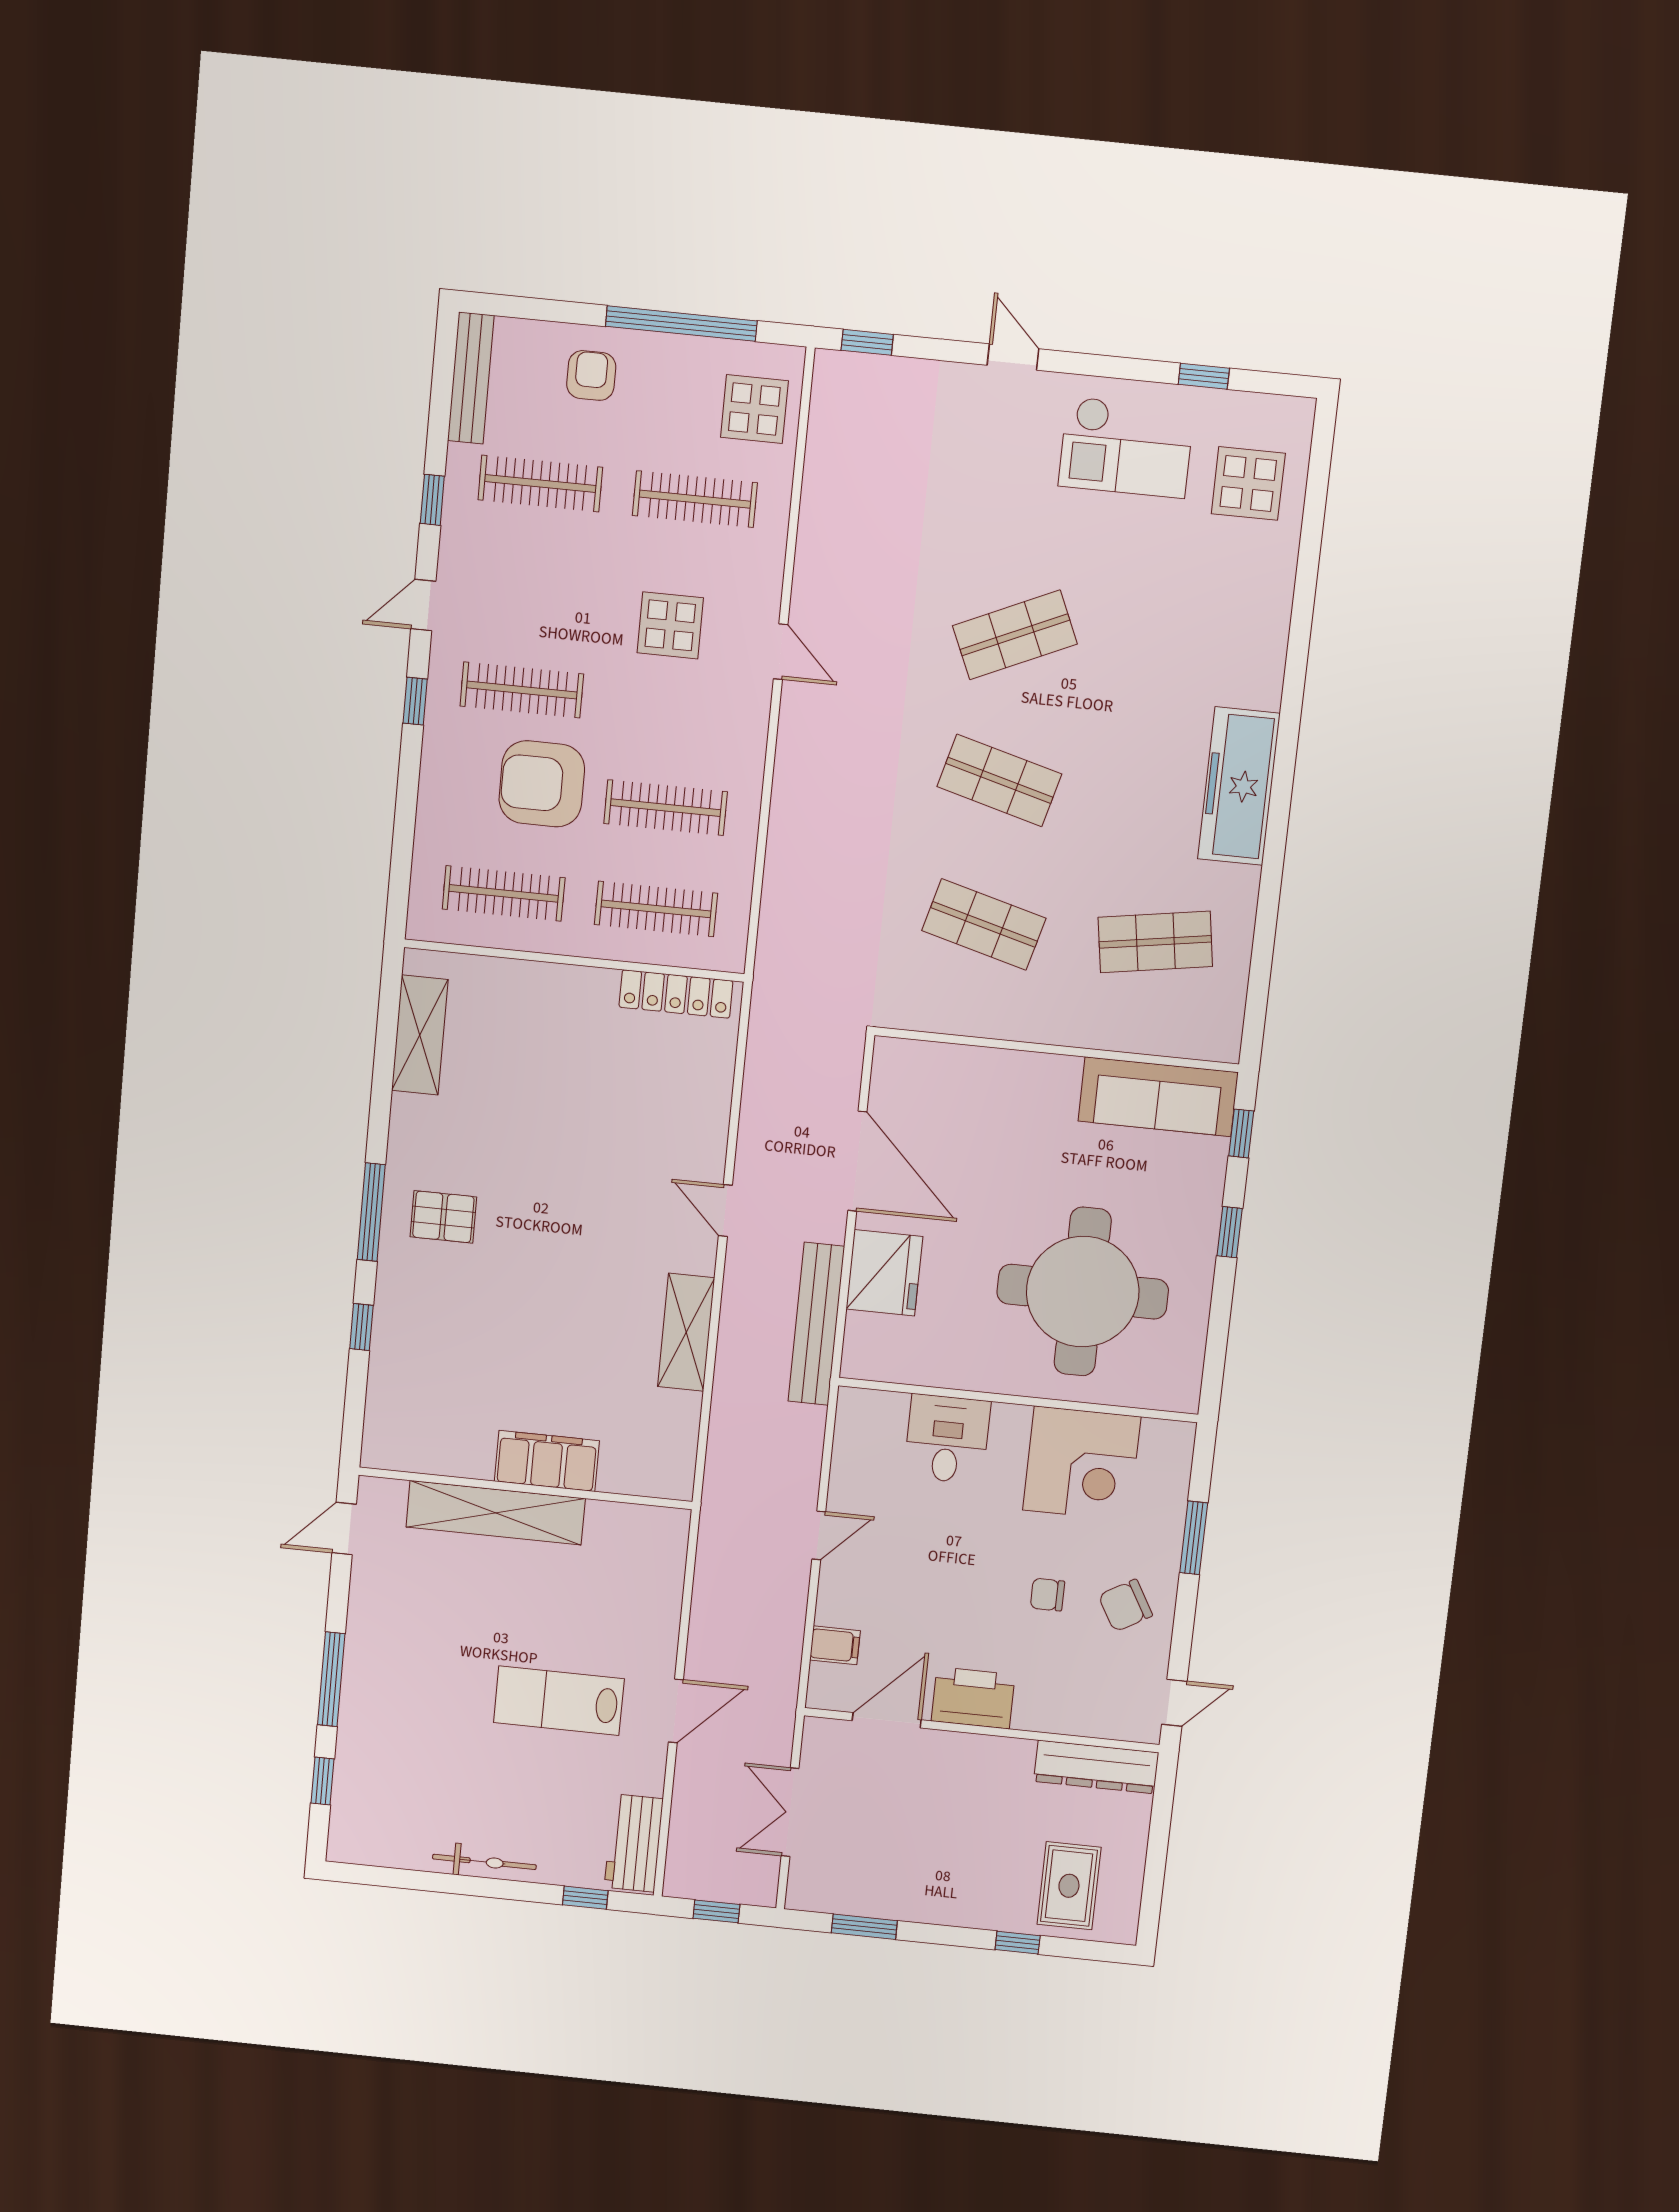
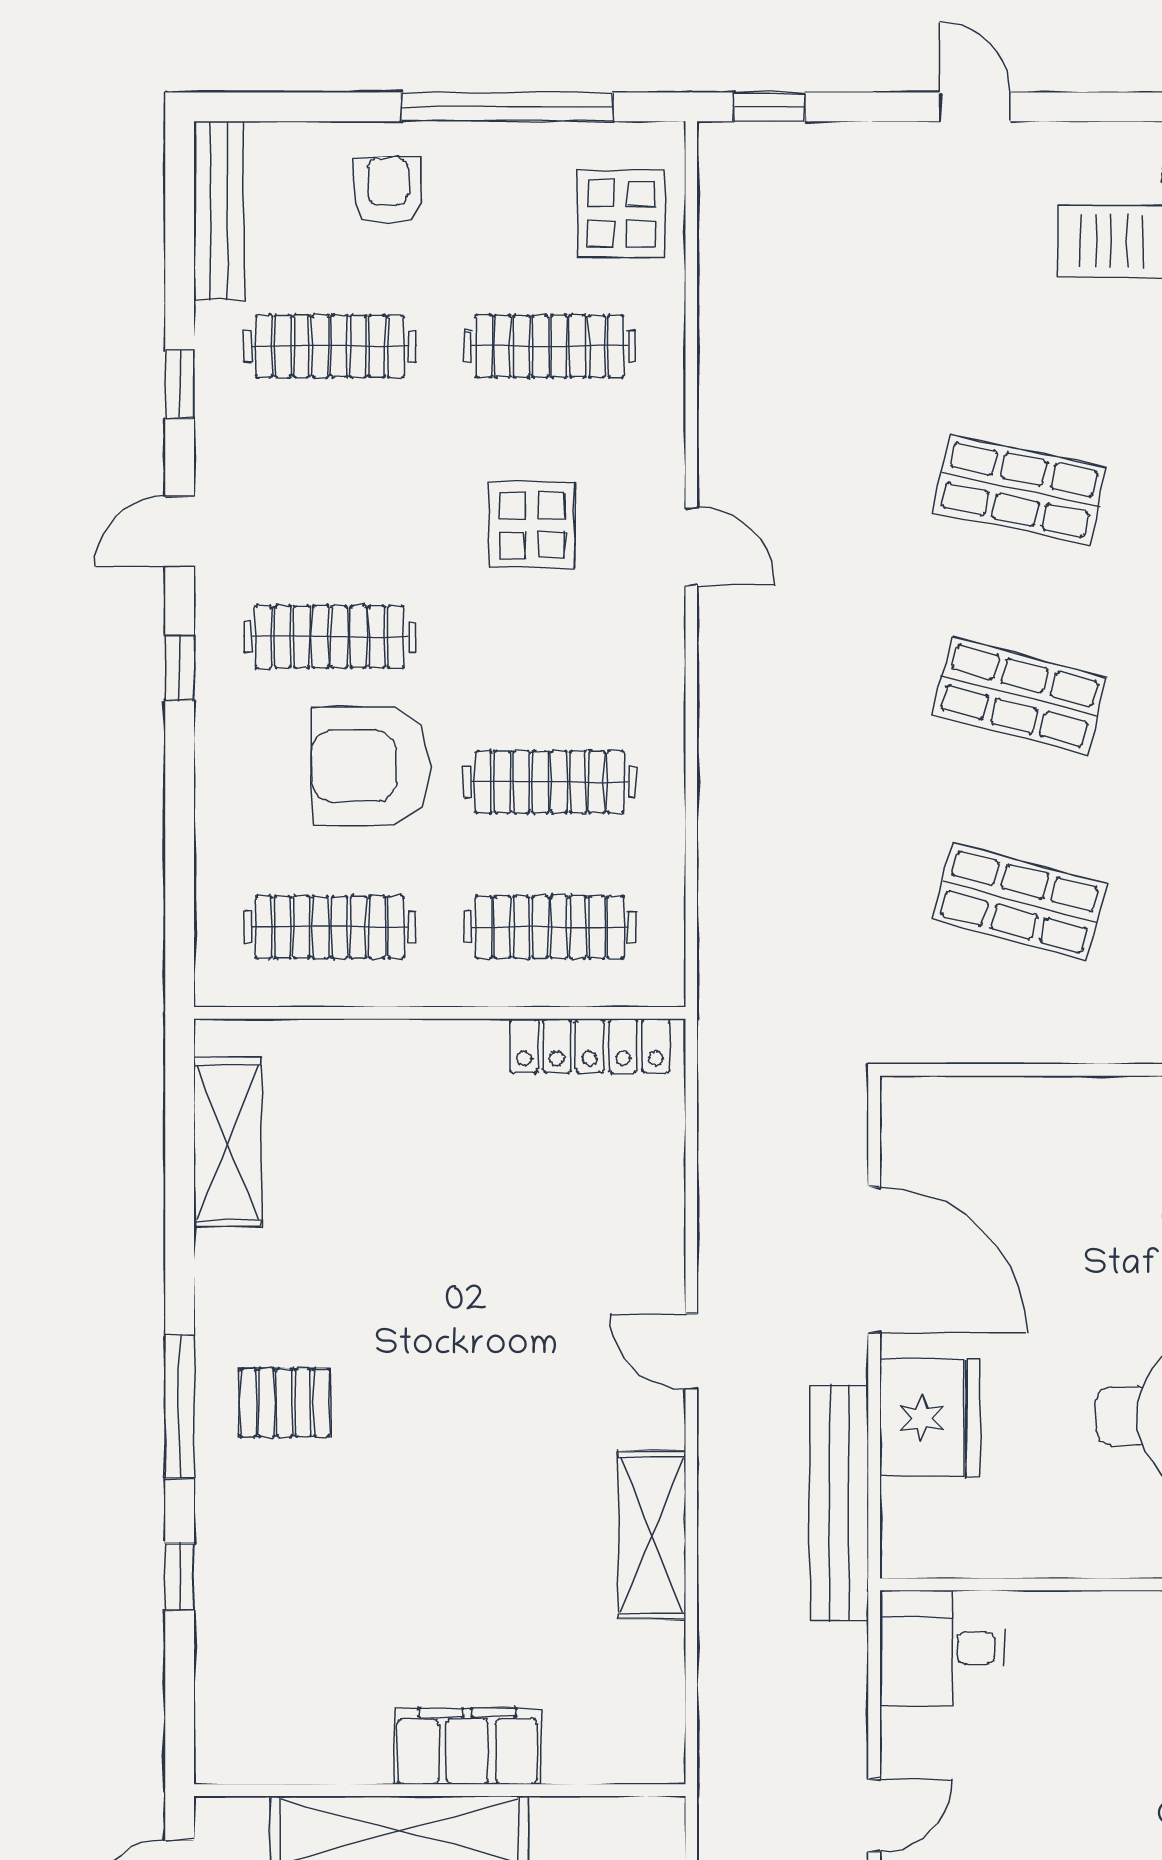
shop shelf: (1015, 635) -> (1020, 490), turned 36
desk: (947, 1439) -> (942, 1648), moved, turned -90

